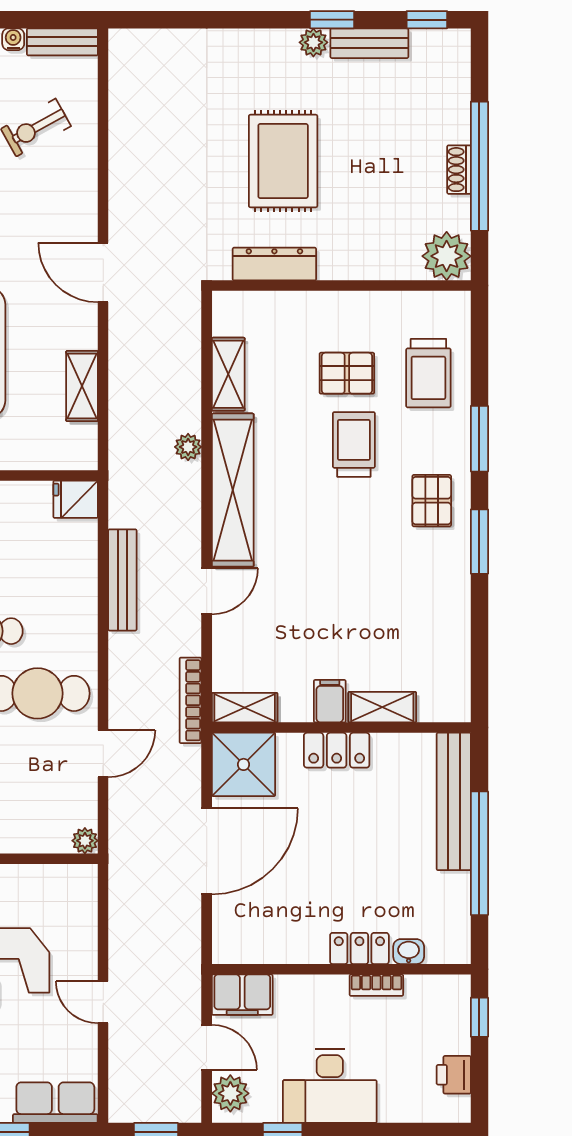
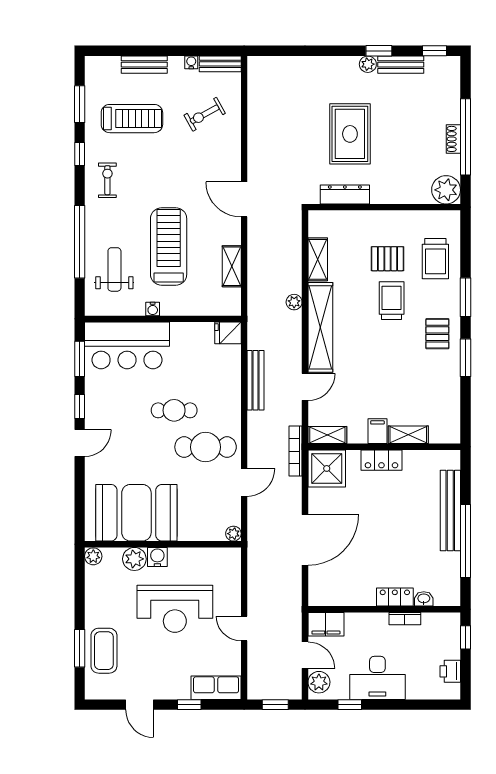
filing cabinet: (330, 701) -> (377, 431), moved
shelving: (382, 707) -> (408, 435), moved
shelving: (245, 708) -> (327, 435), moved
wall: (341, 728) -> (384, 447), moved
locker: (337, 750) -> (381, 460), moved
shower: (244, 764) -> (327, 468), moved

